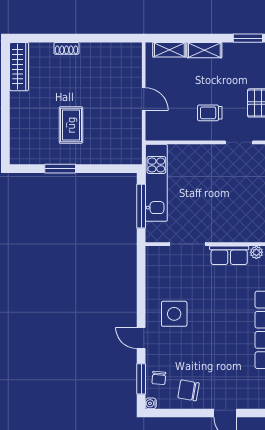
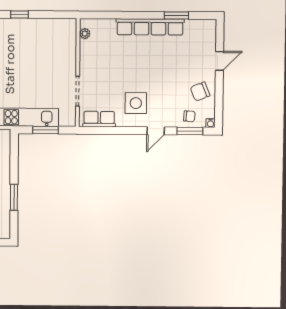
window: (141, 206) -> (46, 130), width x0.69
row of seats: (229, 255) -> (99, 119), moved, turned -90
chair: (188, 390) -> (200, 92), turned 58

